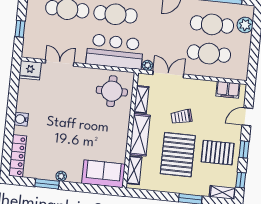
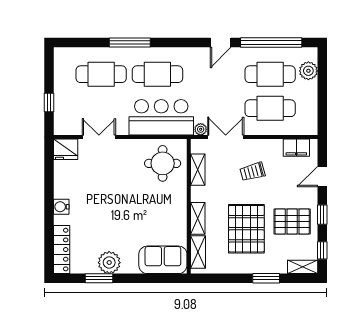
trolley: (182, 117) -> (252, 172), moved
shelving: (140, 135) -> (198, 218), width x0.67, depth x0.75
plant: (61, 176) -> (109, 263), width x1.88, depth x1.88

